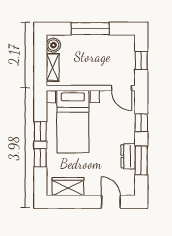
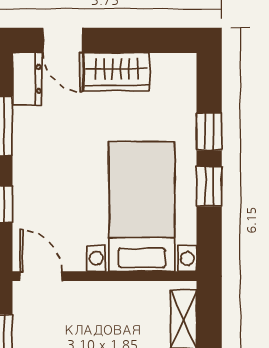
dresser: (128, 156) -> (27, 79), moved
wardrobe: (68, 187) -> (117, 72), moved

